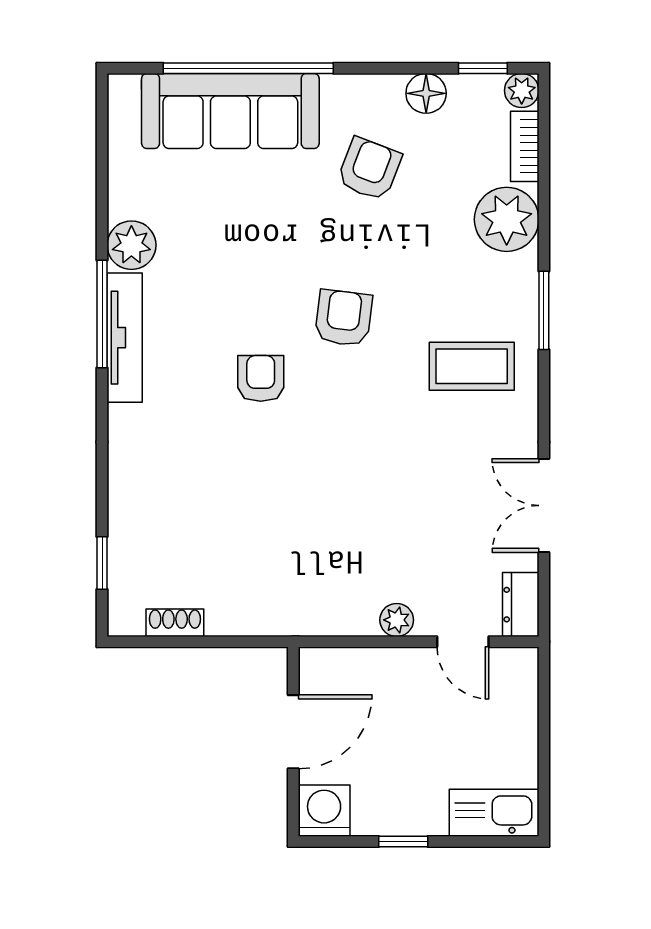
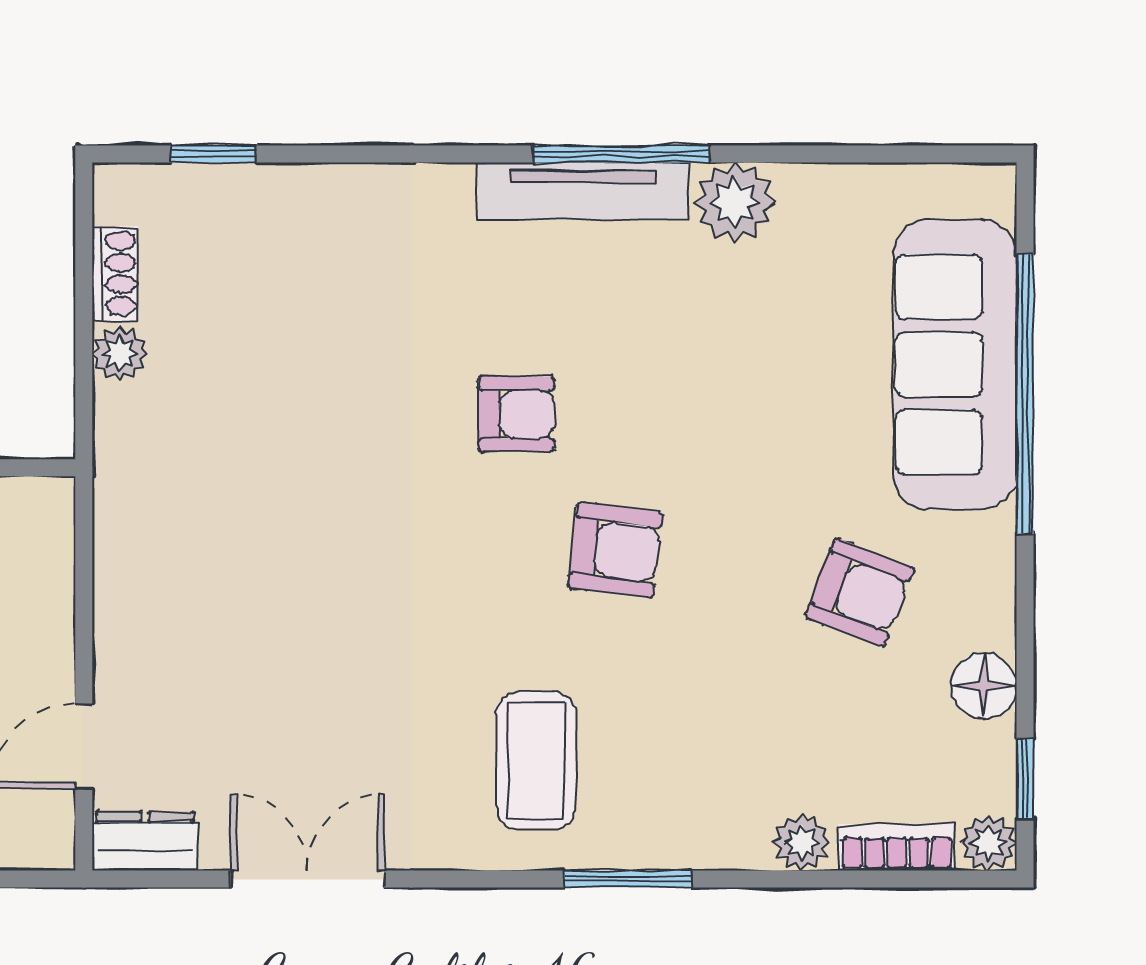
plant: (507, 219) -> (802, 843), width x0.53, depth x0.53
plant: (397, 620) -> (120, 354), moved

